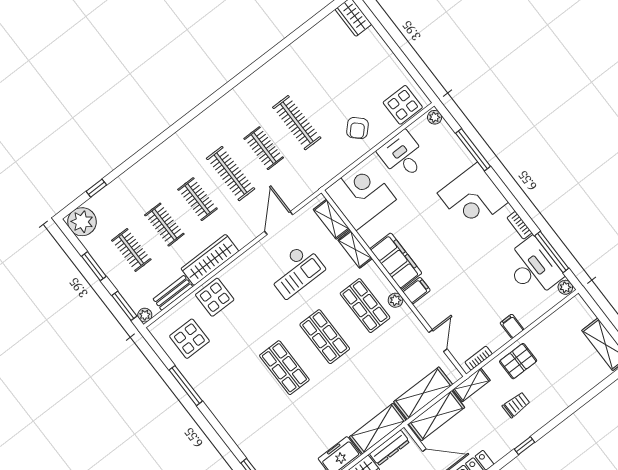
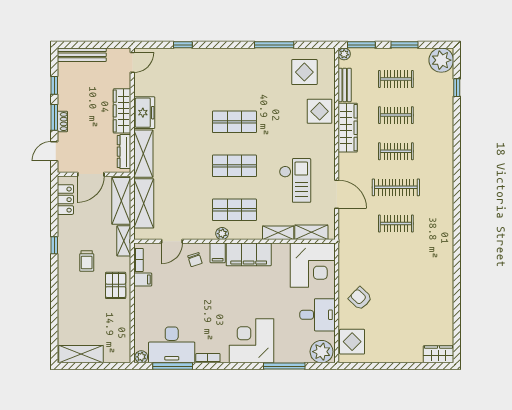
plant: (435, 117) -> (322, 352), width x1.87, depth x1.87
clothes rail: (297, 123) -> (396, 260), removed
checkout: (295, 271) -> (295, 180), turned 180
chair: (438, 307) -> (195, 260), added
filing cabinet: (512, 326) -> (143, 280), moved
door: (438, 341) -> (172, 241), hinge flipped

